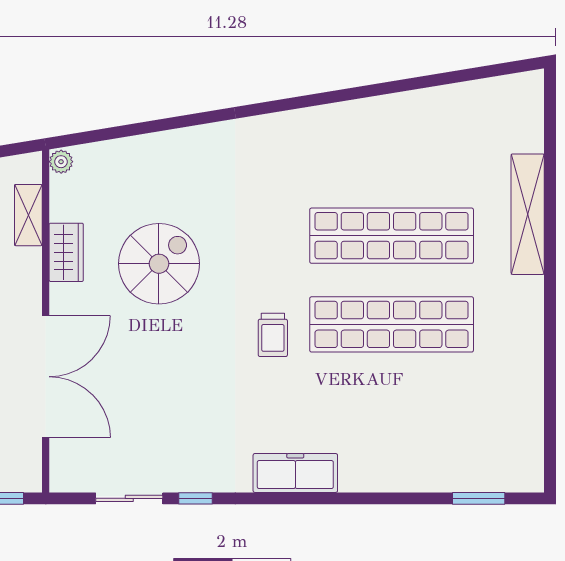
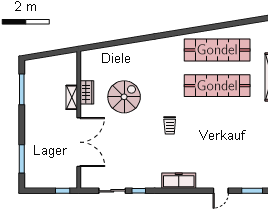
plant: (61, 162) -> (85, 56), removed
shelving: (28, 215) -> (72, 97), moved
shop shelf: (392, 324) -> (217, 50), moved
door: (400, 498) -> (221, 191), added

